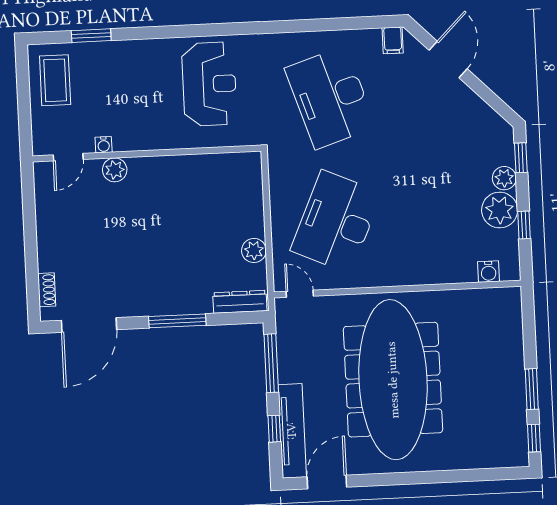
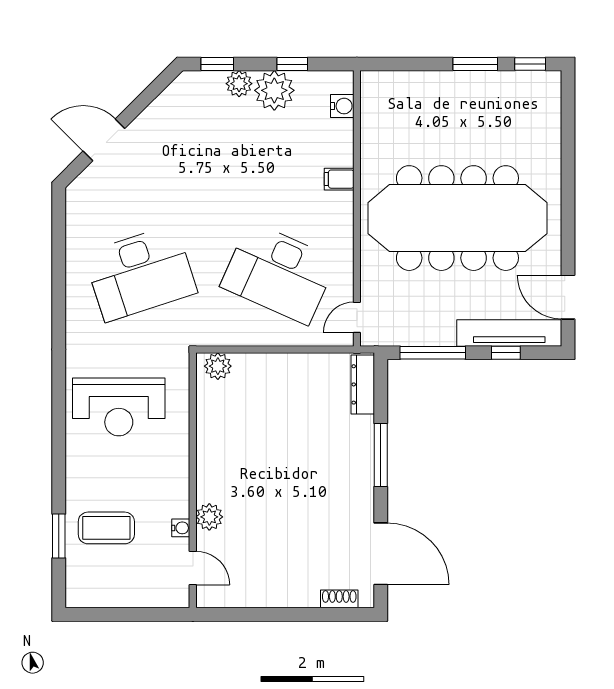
filing cabinet: (393, 40) -> (339, 179), moved, turned 180
coffee table: (55, 80) -> (106, 528), moved
reception desk: (209, 84) -> (119, 407), turned 180
plant: (254, 250) -> (218, 366), moved

